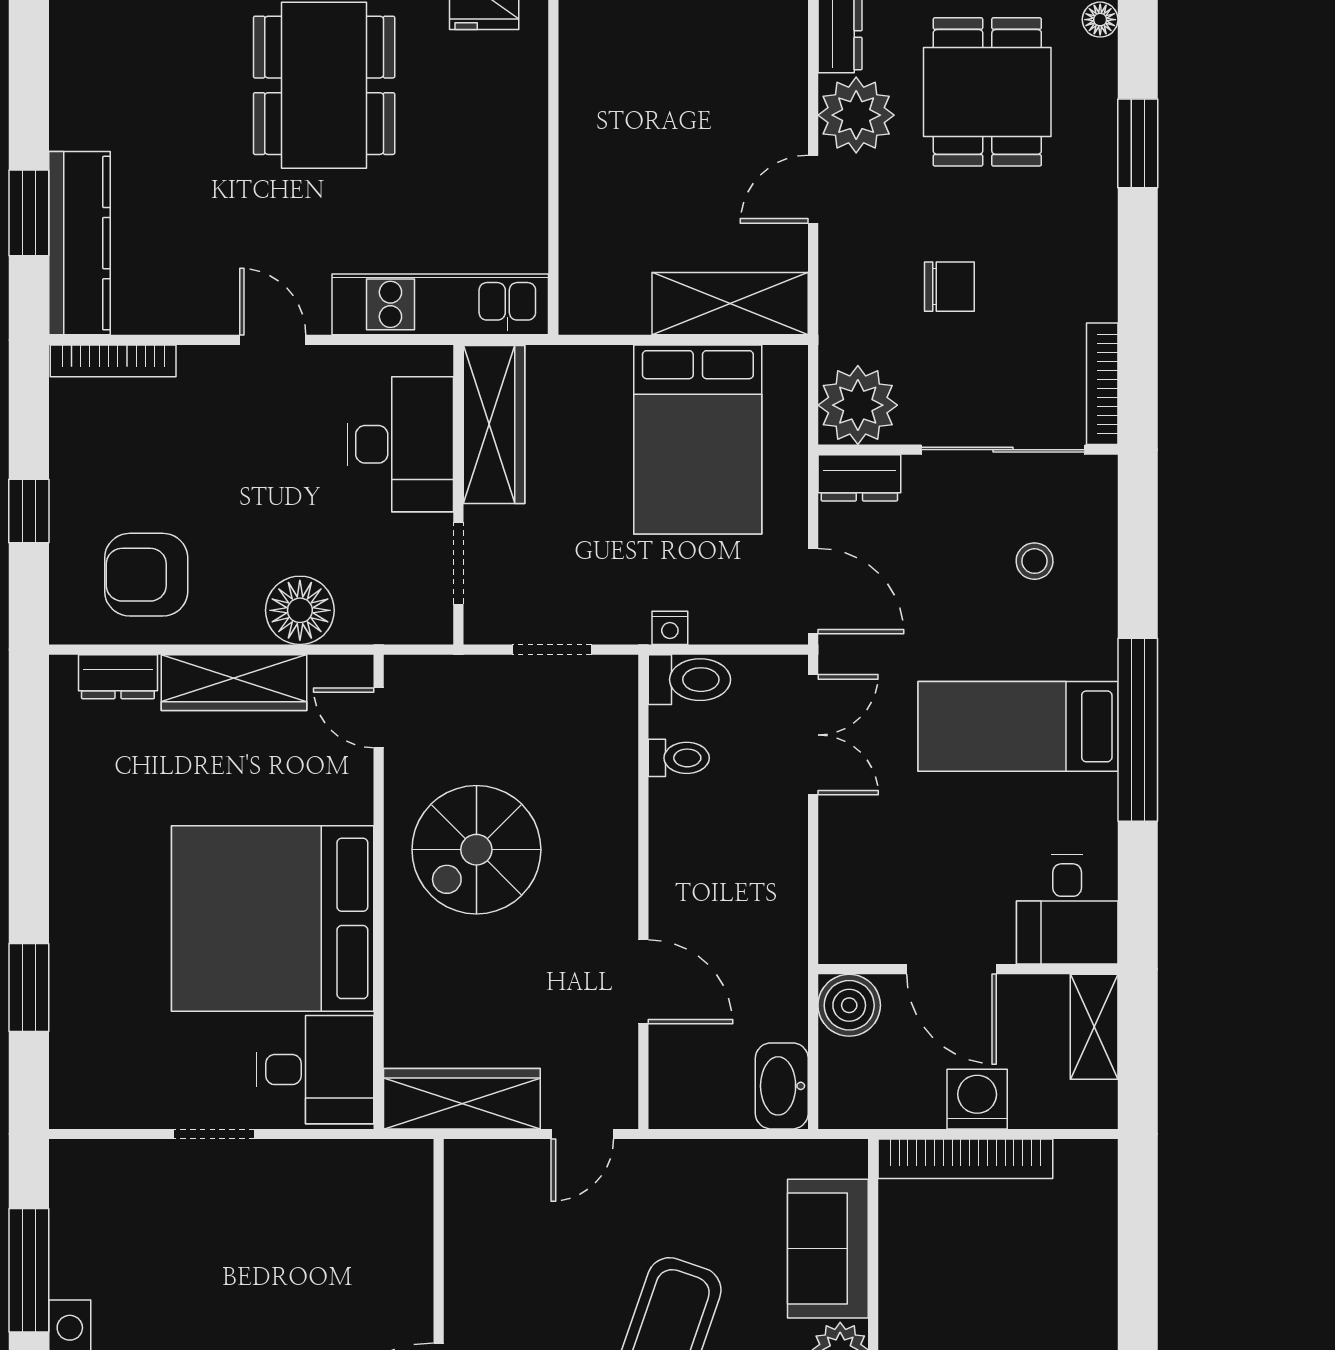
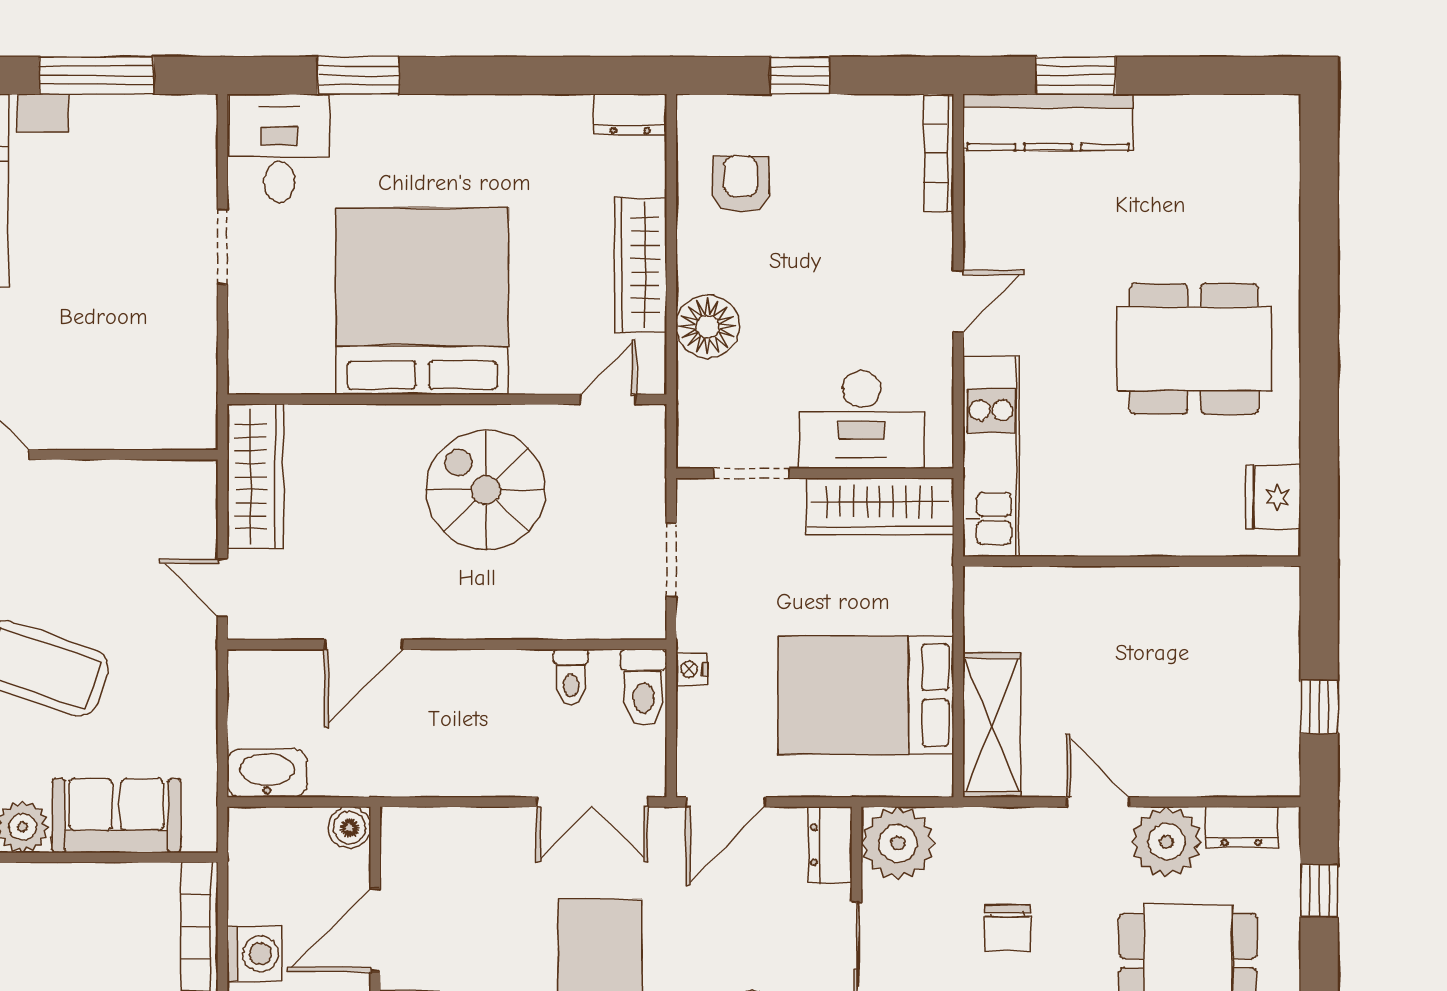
armchair: (146, 575) -> (741, 184), width x0.72, depth x0.72
dresser: (118, 677) -> (630, 114), moved, turned -90
boiler: (849, 1005) -> (349, 828), width x0.73, depth x0.73
desk: (315, 1070) -> (279, 148), moved, turned 180

